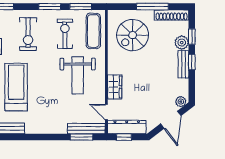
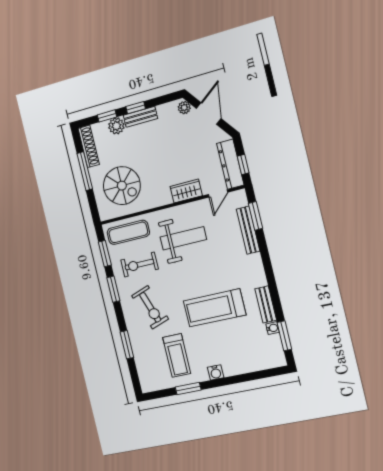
exercise bike: (28, 34) -> (150, 307), turned 71
door: (171, 120) -> (209, 113), hinge flipped
bench: (86, 129) -> (248, 230), moved

